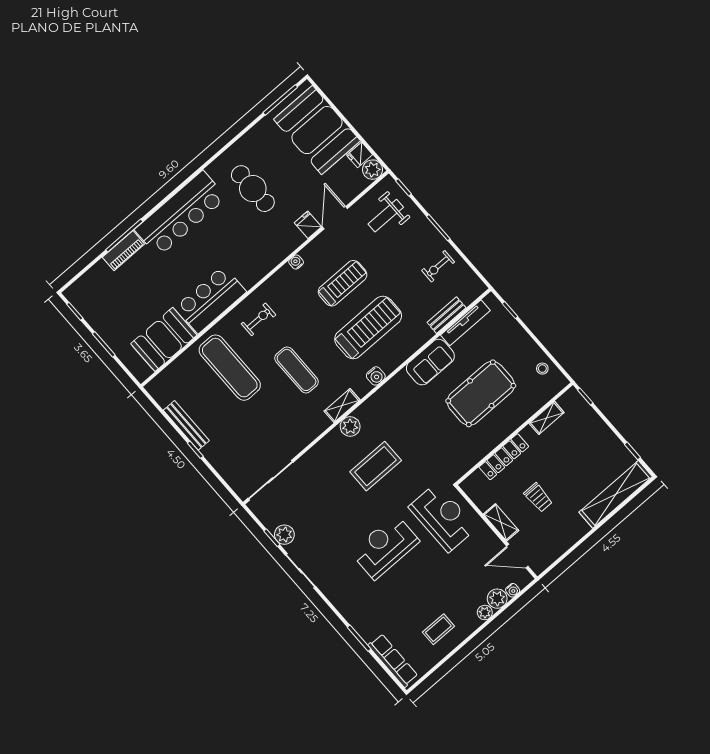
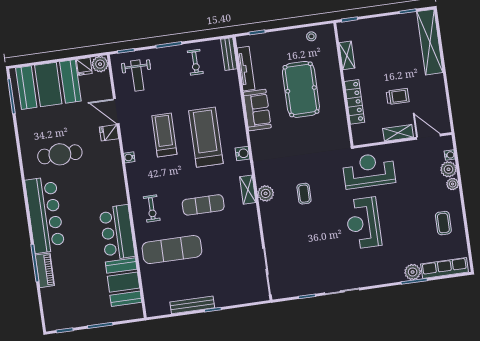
bench: (446, 315) -> (229, 54), moved
exercise bike: (259, 319) -> (152, 208), turned 180
coffee table: (376, 466) -> (304, 194), width x0.54, depth x0.58
plant: (284, 535) -> (413, 272), moved
door: (517, 556) -> (428, 137), swing flipped

